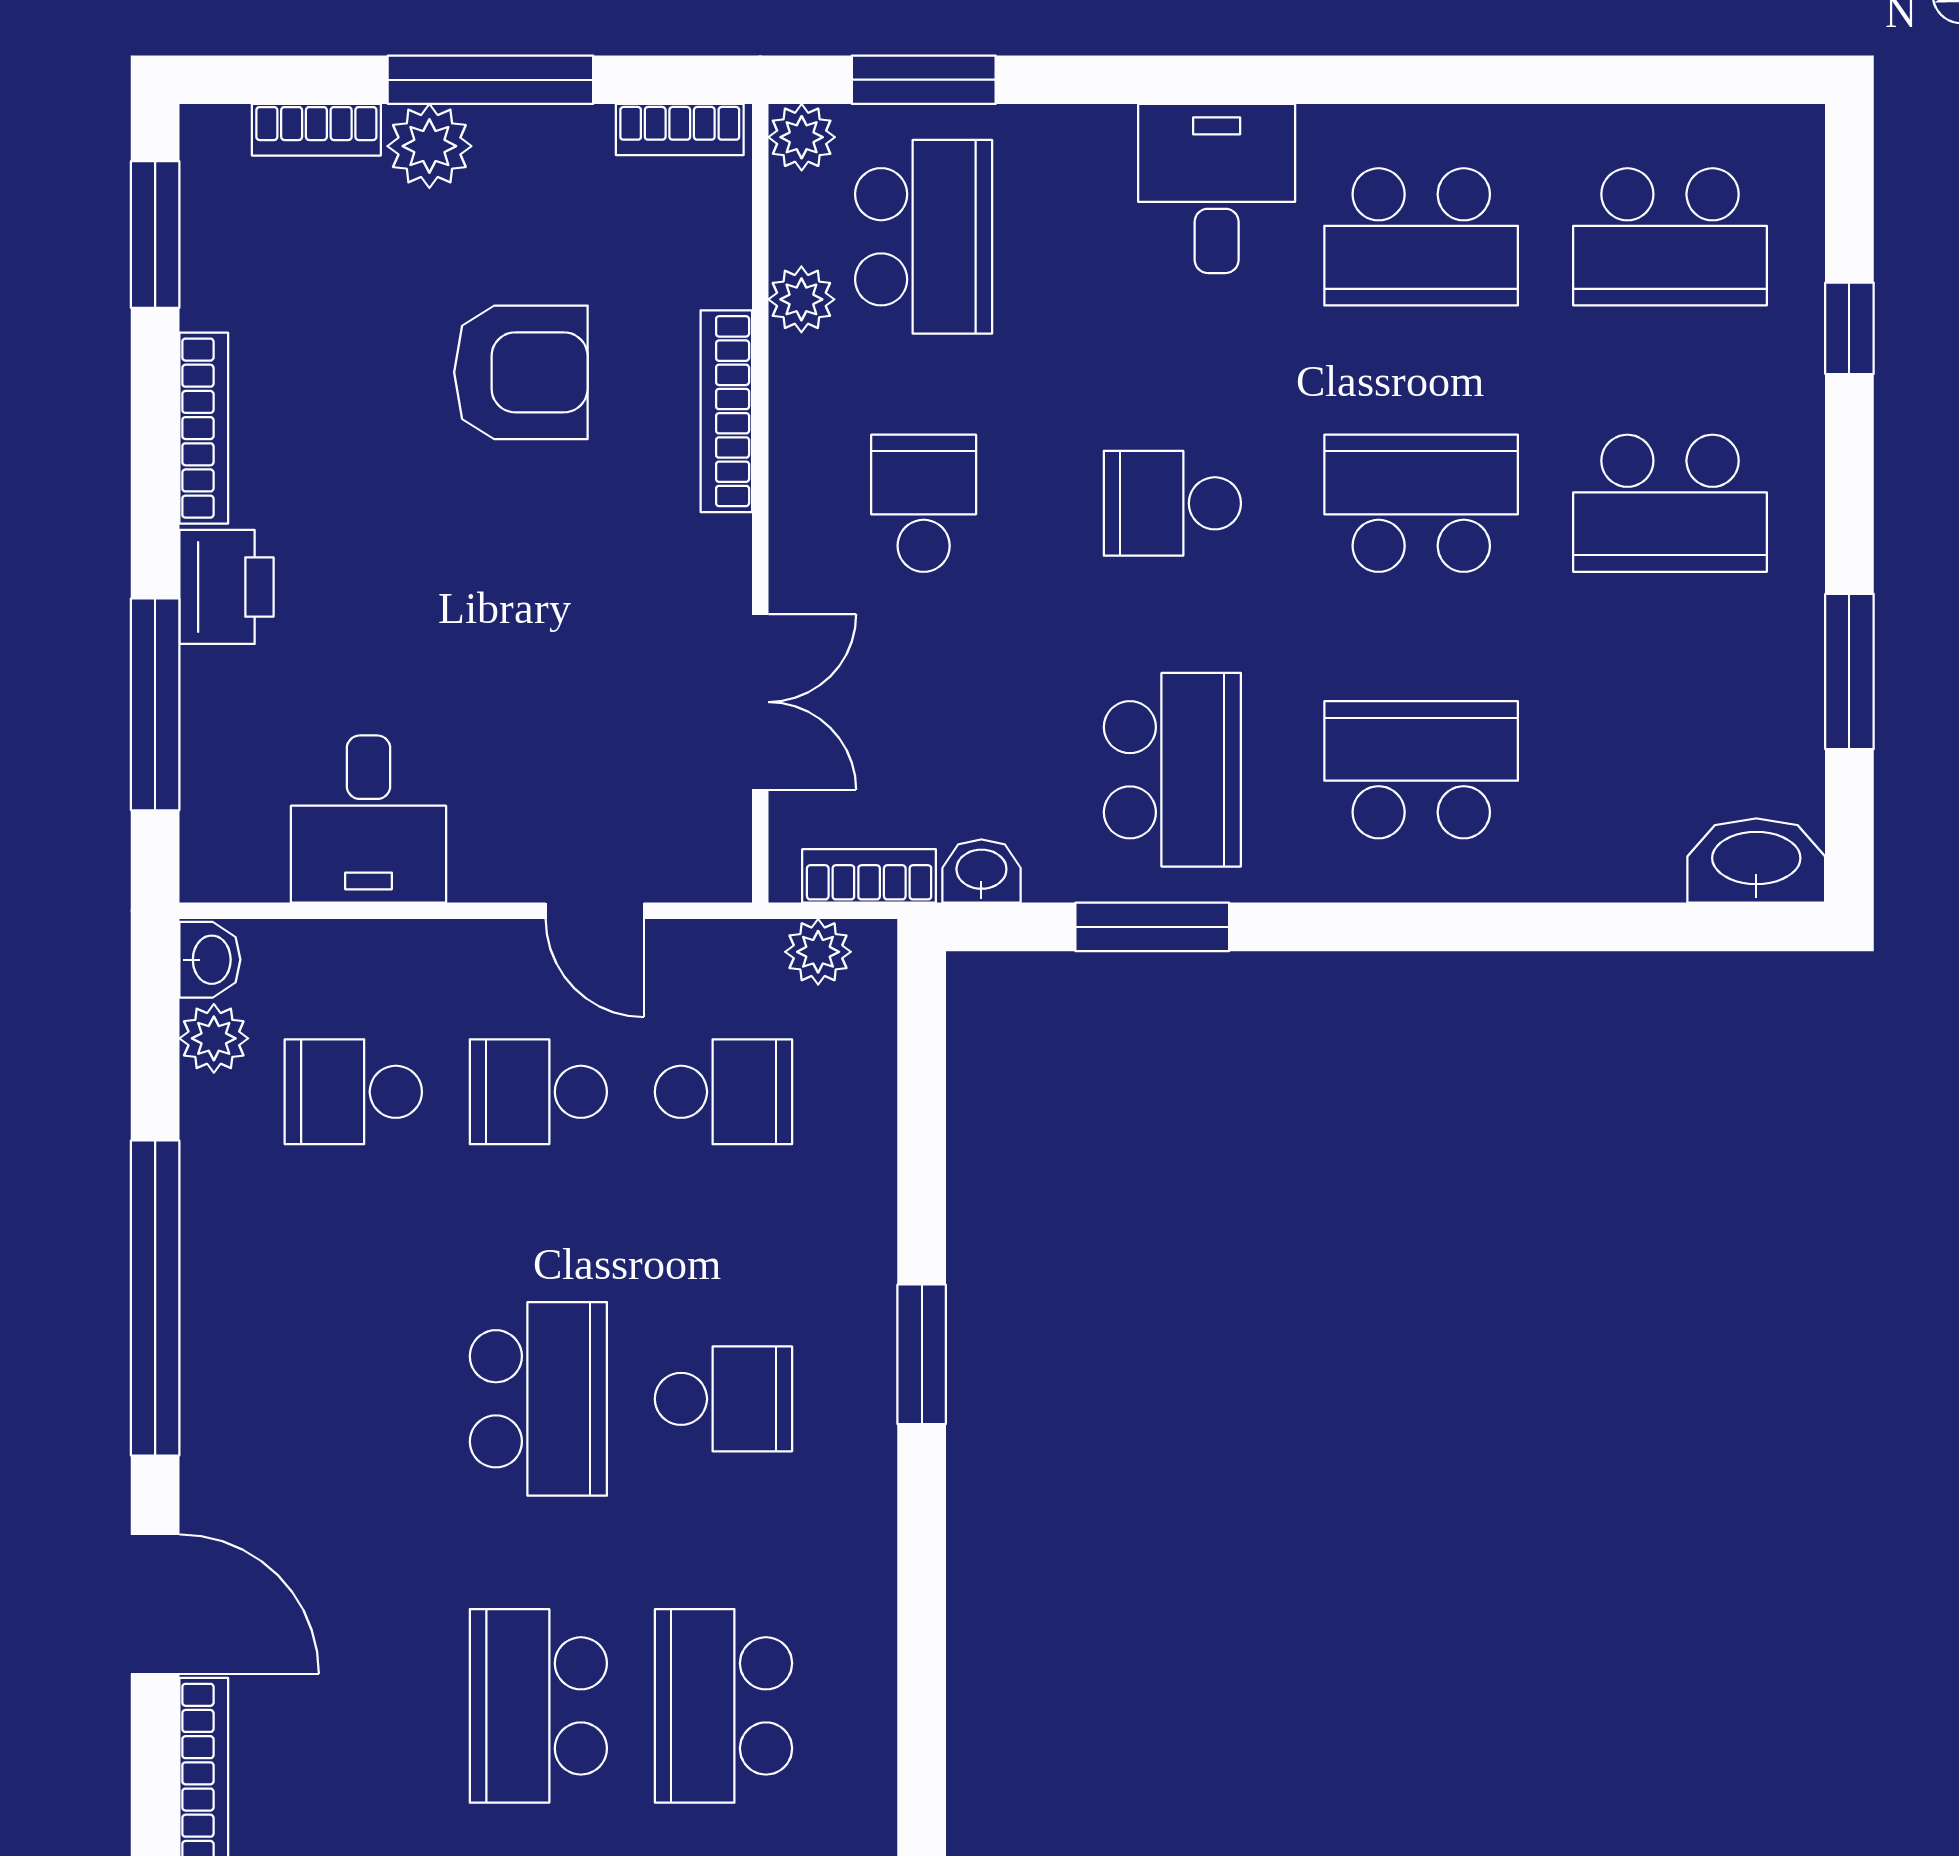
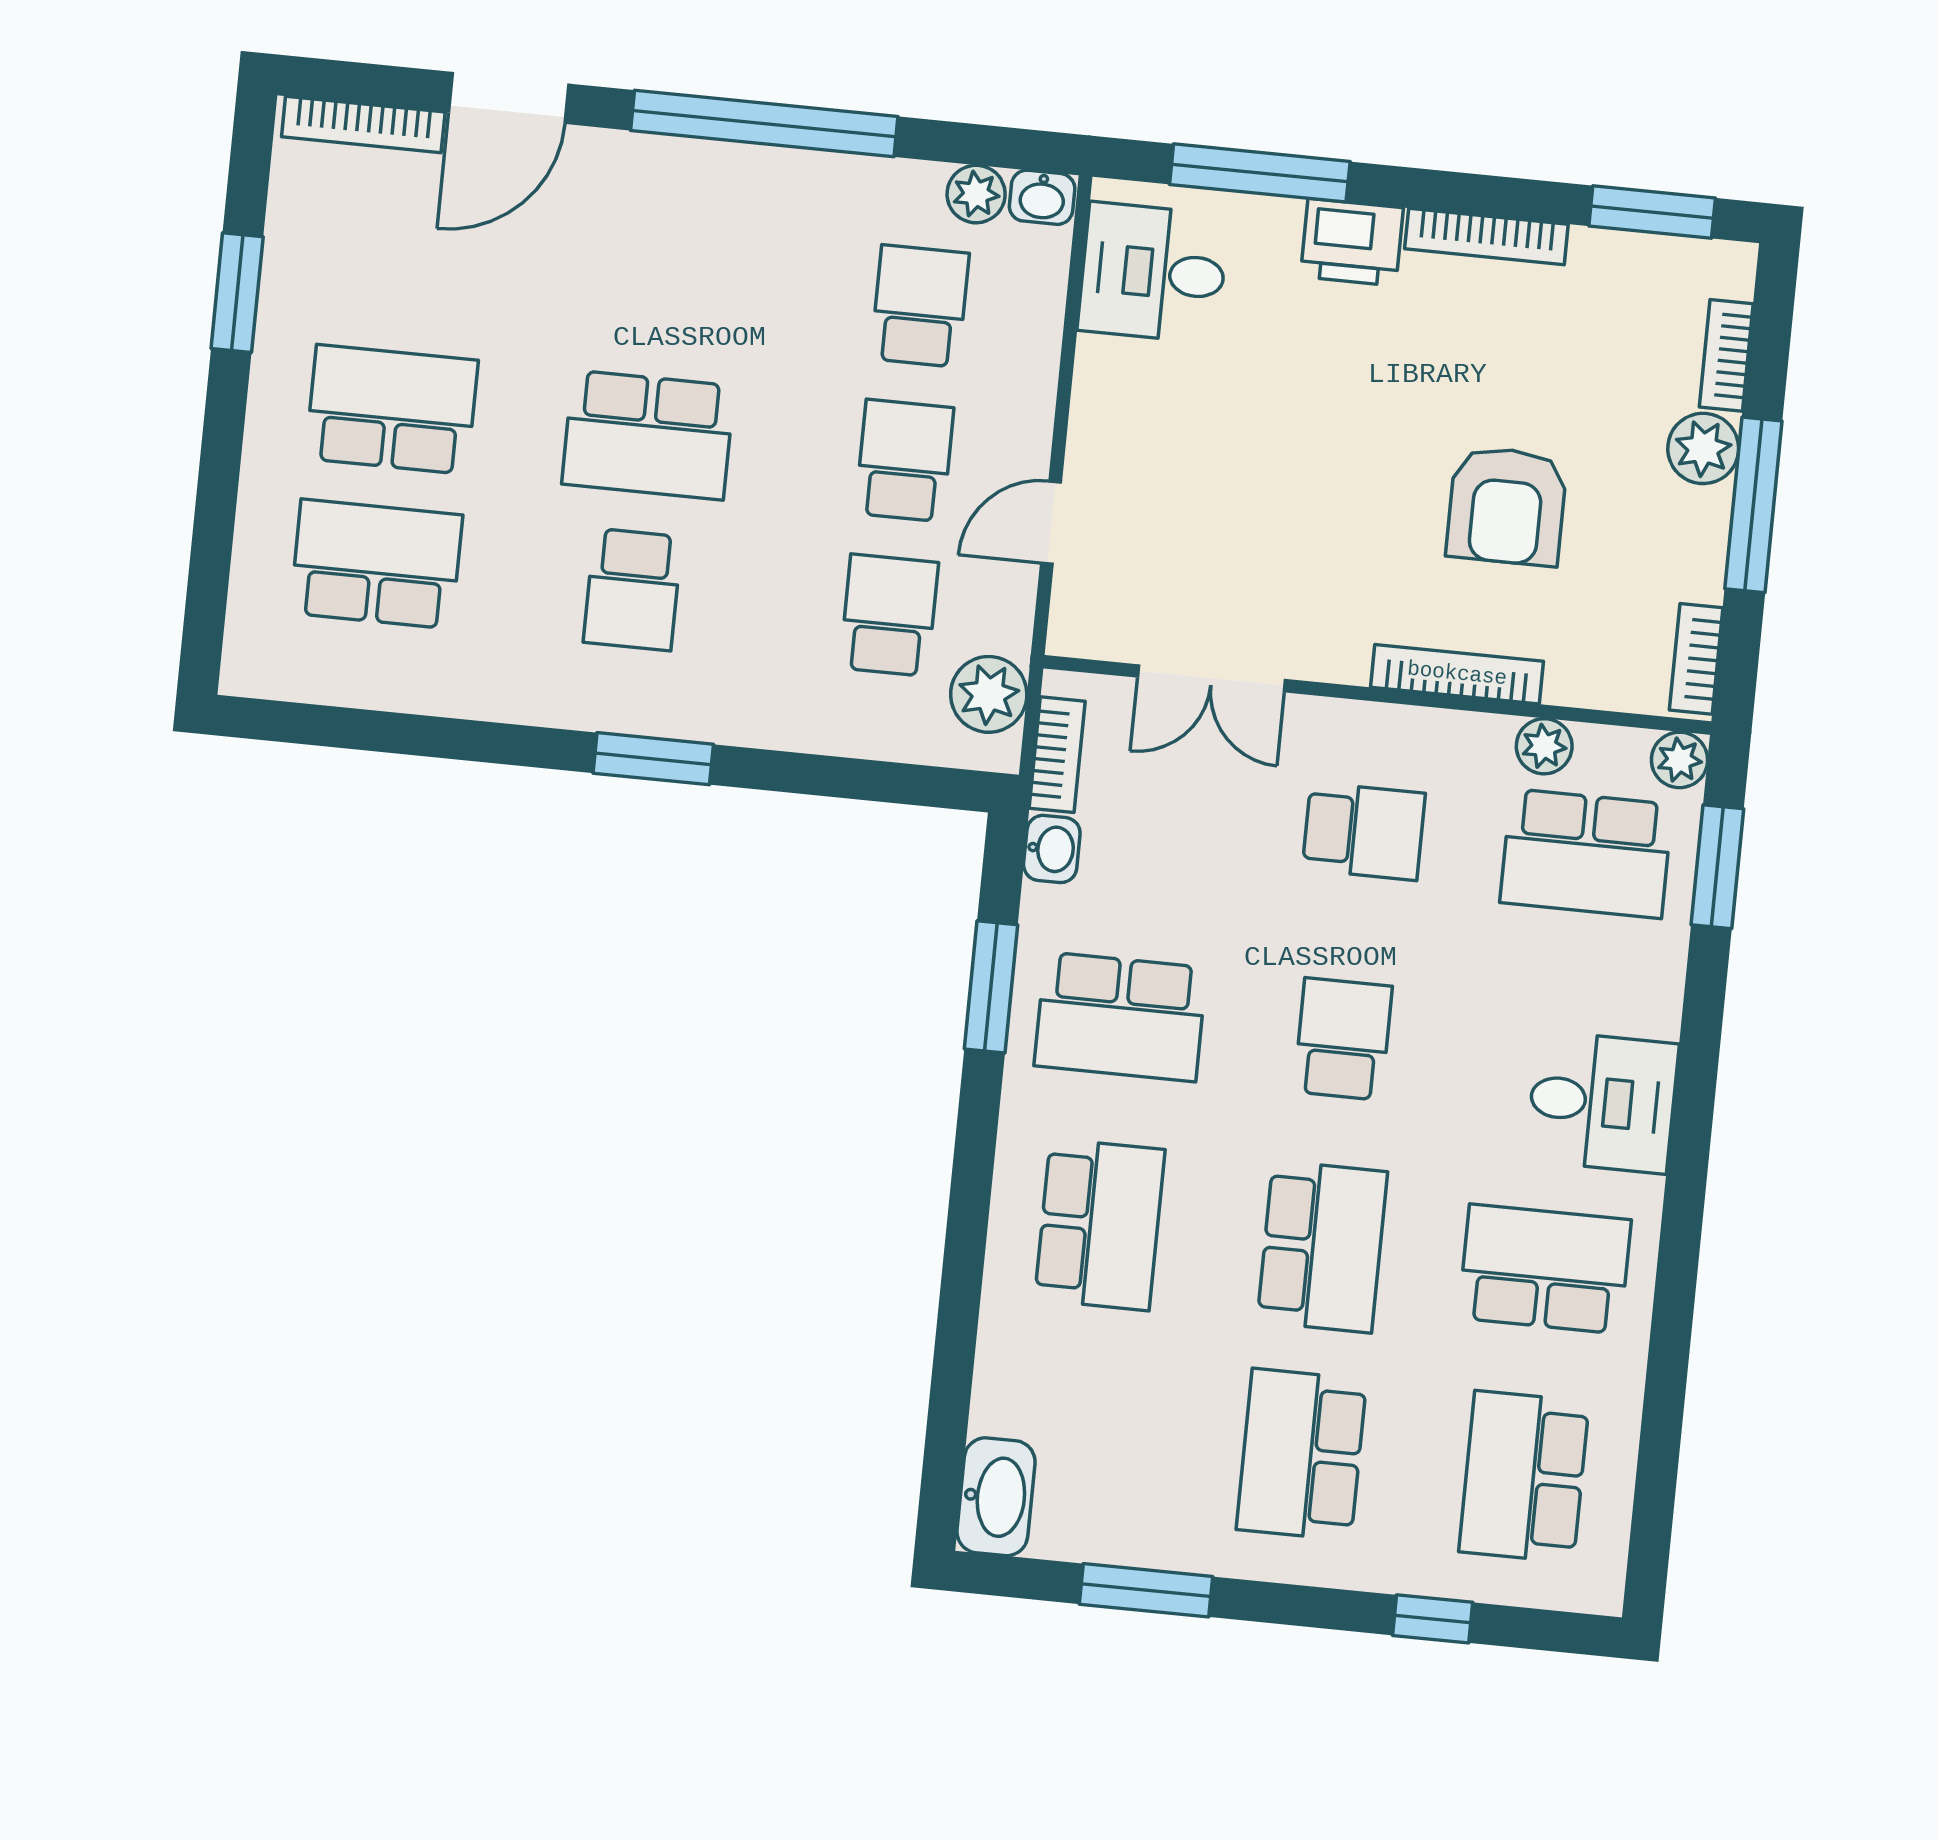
school desk: (1421, 237) -> (1545, 1269), turned 90
desk: (369, 819) -> (1153, 273), moved
plant: (818, 952) -> (989, 694), width x1.38, depth x1.38
school desk: (723, 1092) -> (889, 615), turned 180

